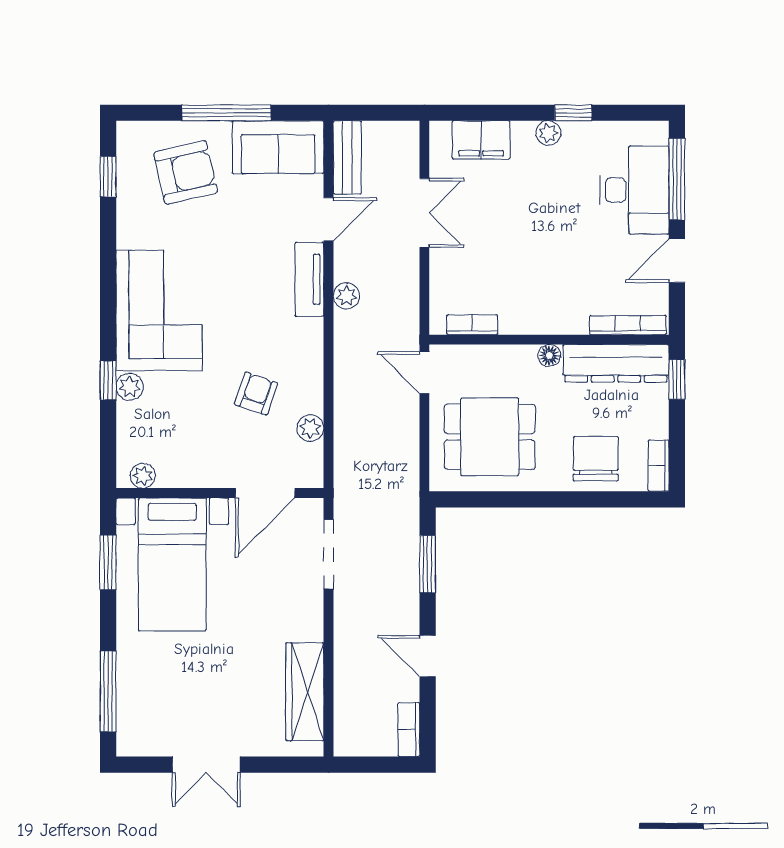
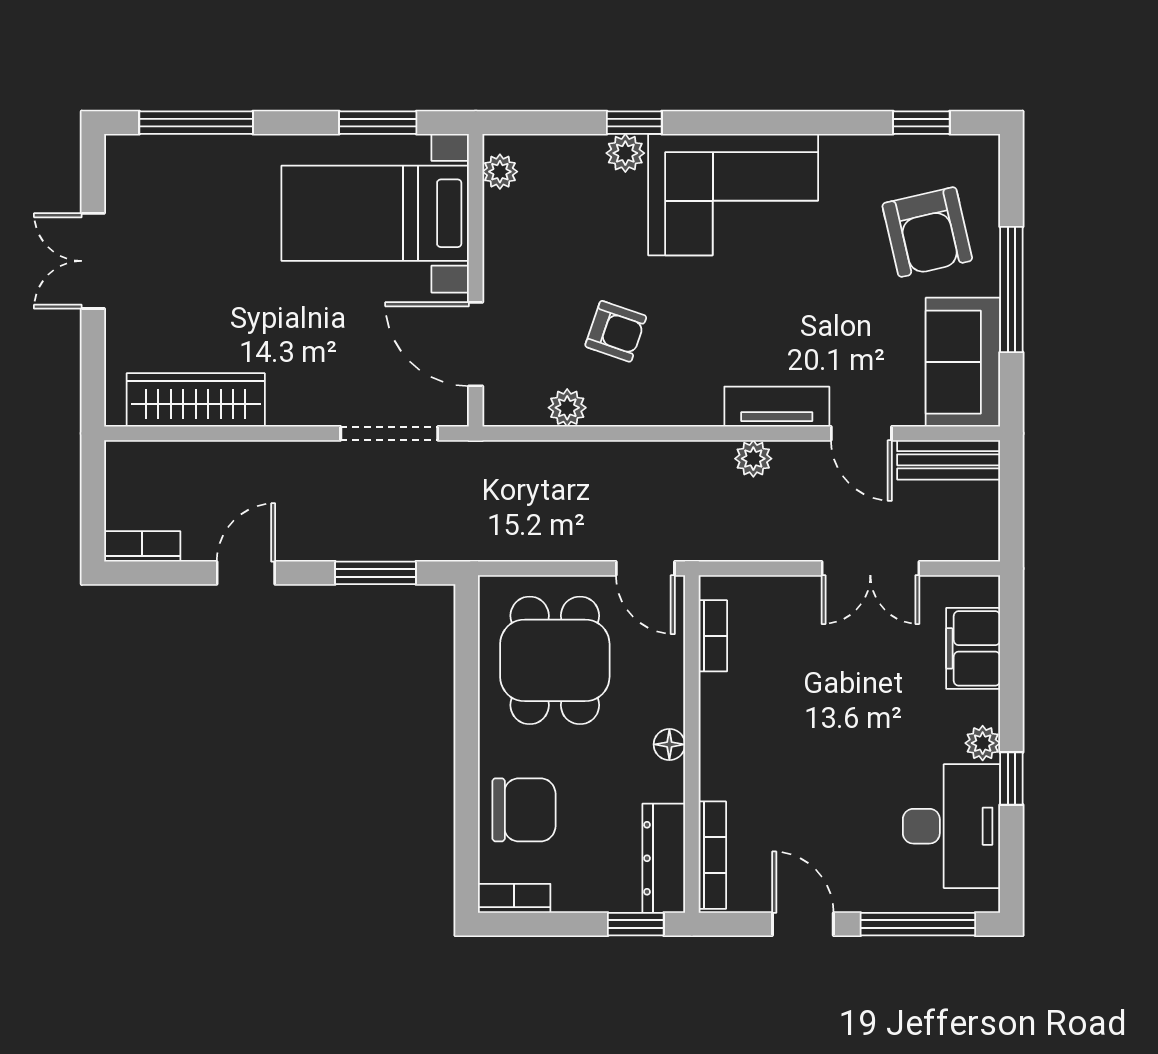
desk: (634, 190) -> (952, 826), moved, turned -90
dresser: (616, 363) -> (664, 858), width x0.73, depth x0.80
door: (424, 373) -> (645, 568), swing flipped

